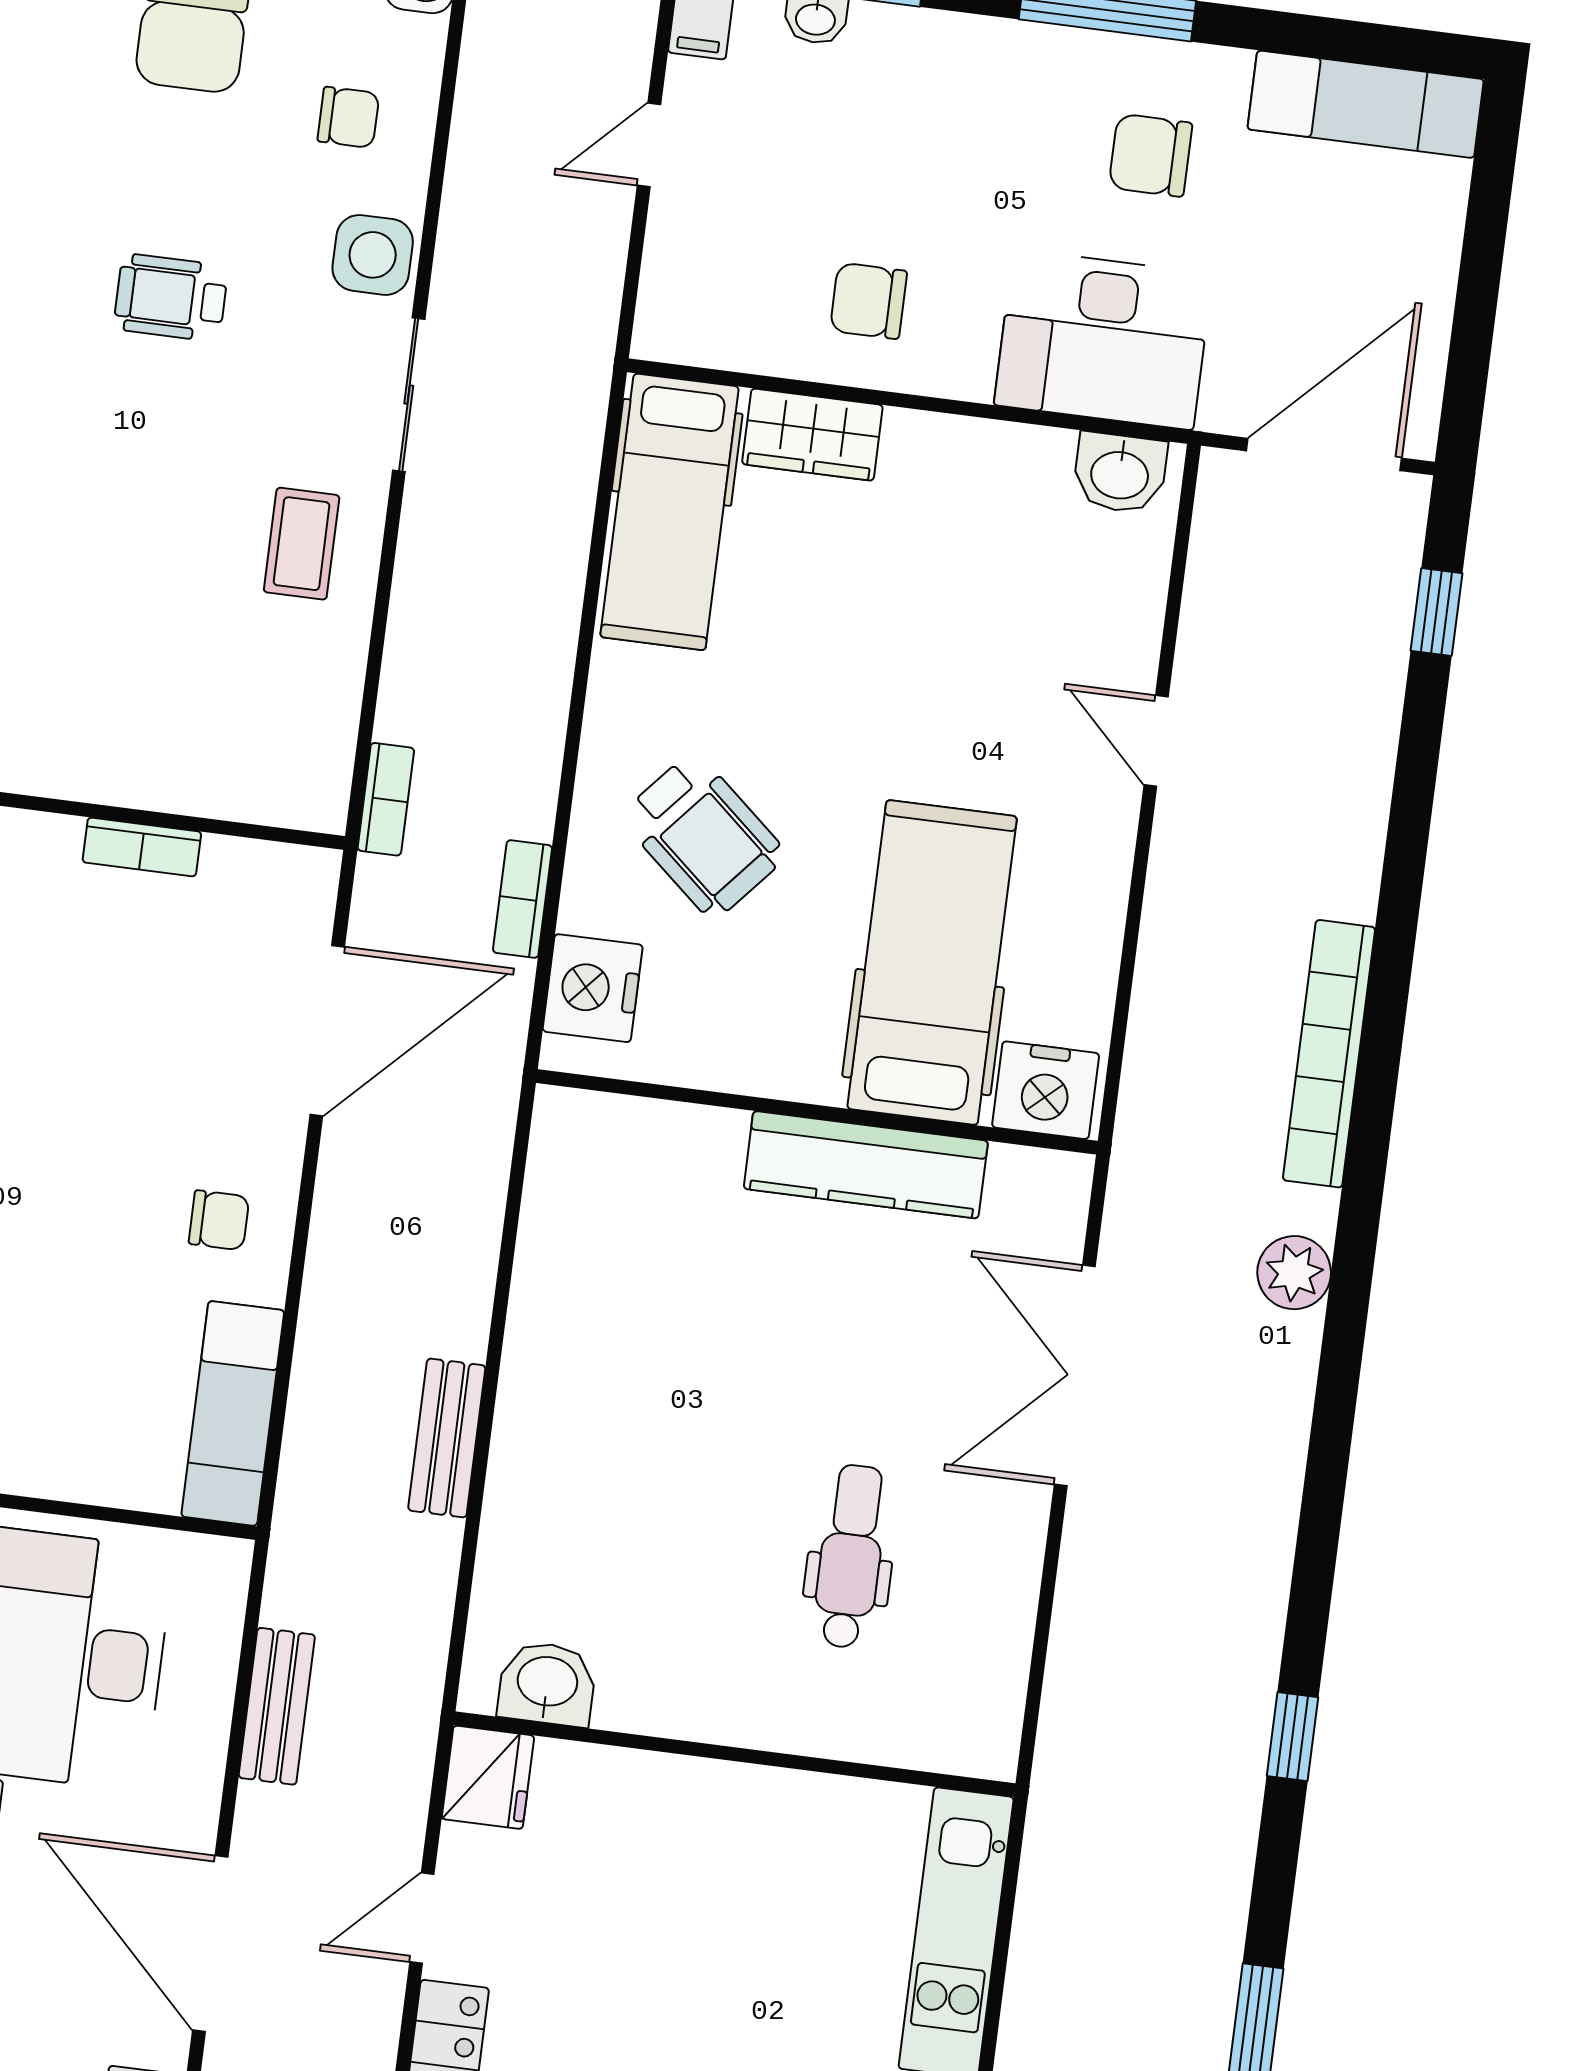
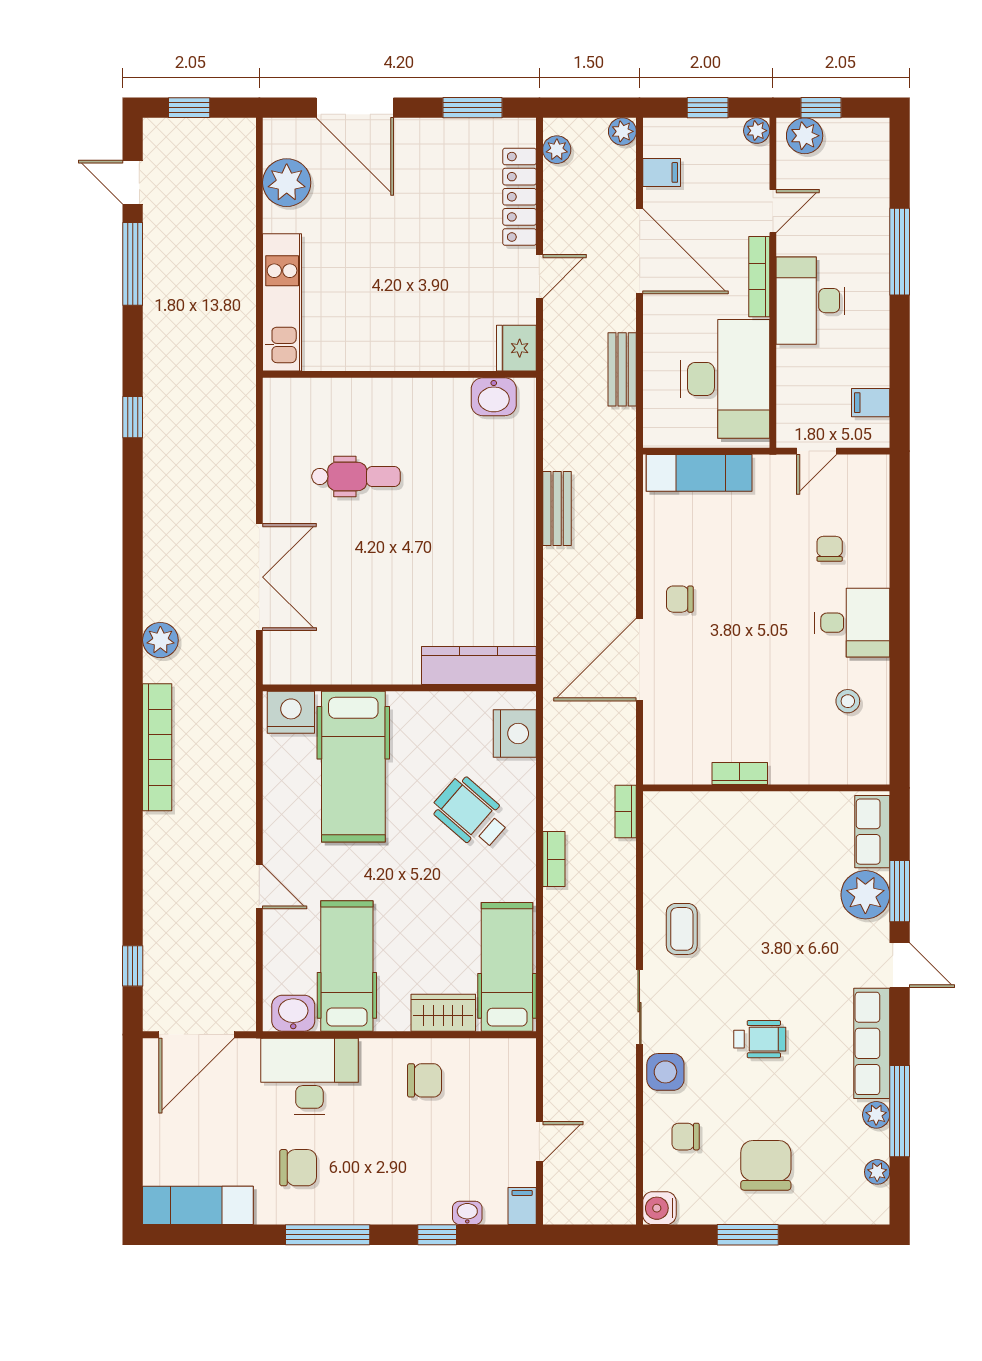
hospital bed: (998, 556) -> (347, 966), added
bookcase: (523, 899) -> (554, 859), moved
door: (327, 1031) -> (640, 660), moved
kitchen counter: (866, 1165) -> (479, 665), moved
exam couch: (233, 1413) -> (699, 473), moved, turned 90
dental chair: (850, 1556) -> (356, 476), turned -90

